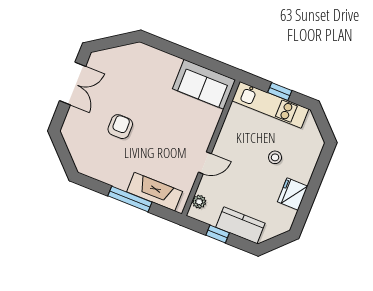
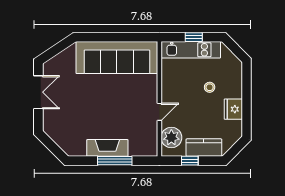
sofa: (204, 84) -> (117, 58), width x1.85, depth x1.27
armchair: (120, 127) -> (86, 110), removed
fireplace: (155, 192) -> (107, 148), moved
plant: (199, 202) -> (171, 137), width x1.87, depth x1.87

